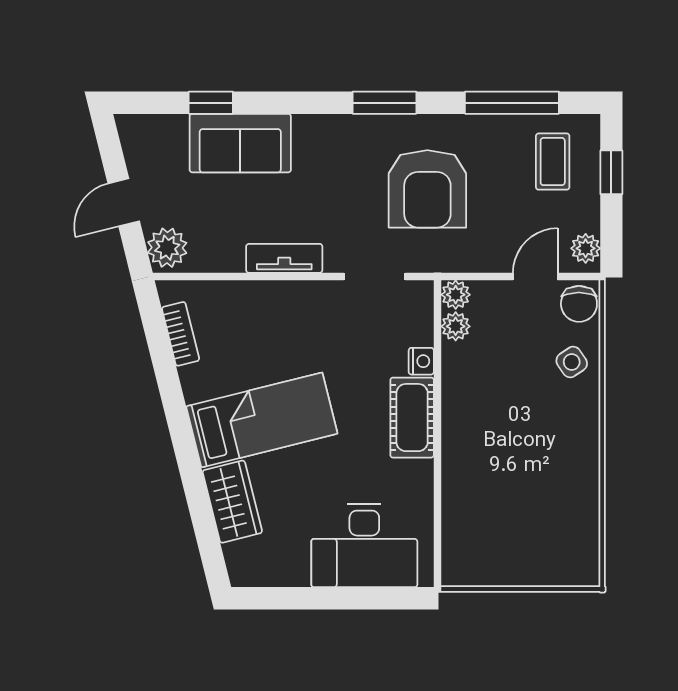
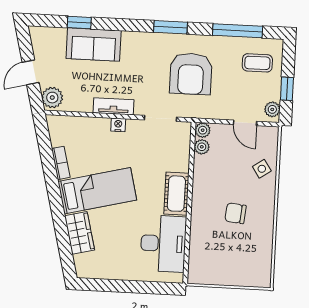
coffee table: (553, 162) -> (257, 63), turned 90
window: (611, 172) -> (287, 89), moved
door: (535, 277) -> (245, 123), swing flipped
chair: (579, 304) -> (235, 213), moved, turned 96
bookcase: (181, 334) -> (61, 163), moved
nightstand: (421, 361) -> (118, 125), moved, turned -90
desk: (364, 546) -> (163, 244), moved, turned -90

